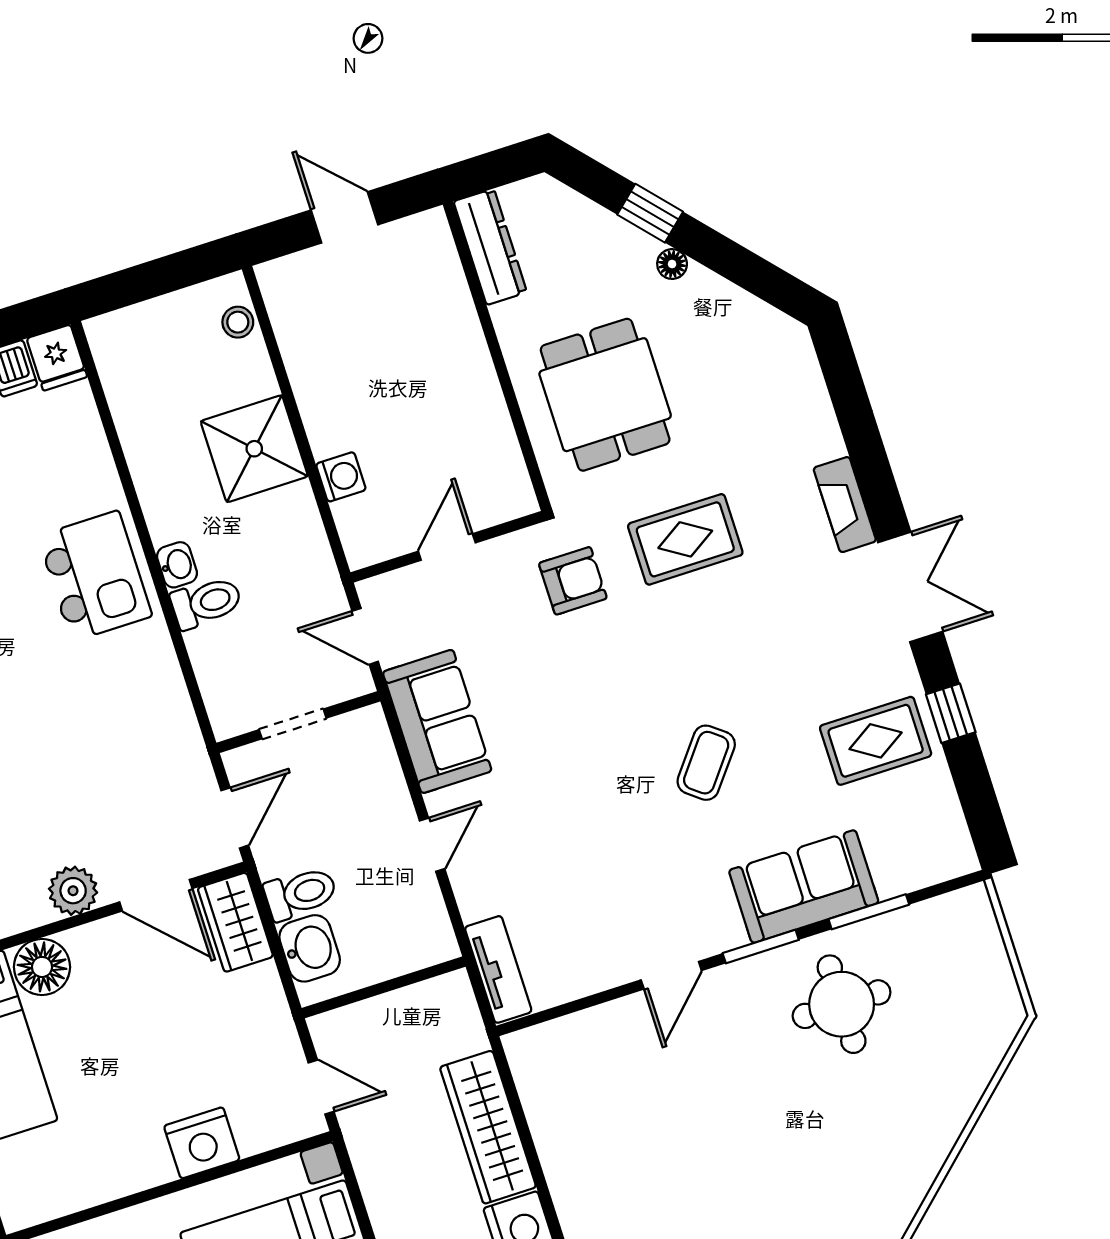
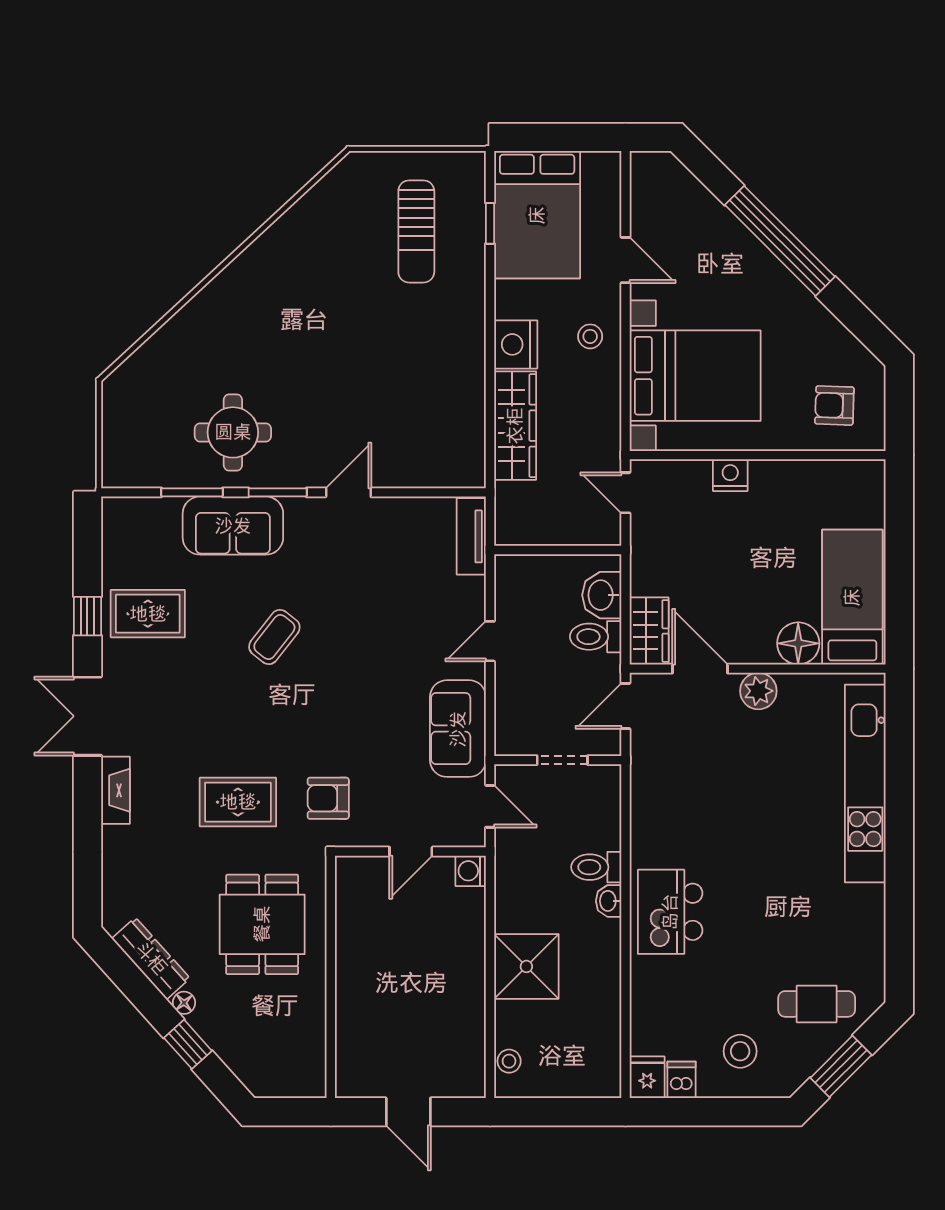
dresser: (490, 247) -> (151, 958), moved, turned 138
washing machine: (341, 477) -> (471, 871), moved
nightstand: (202, 1143) -> (730, 475), width x0.74, depth x0.75

